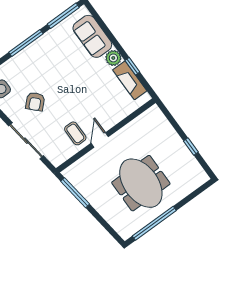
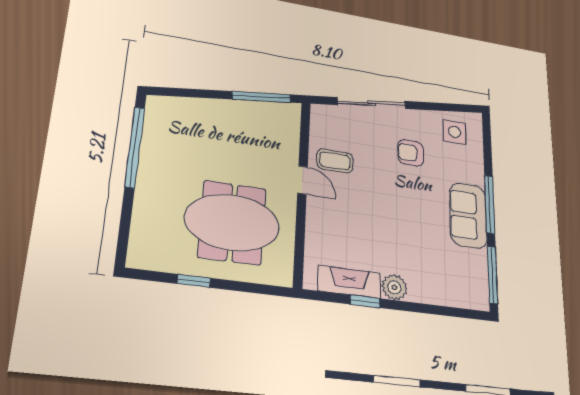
sofa: (92, 36) -> (468, 215), moved, turned -90
armchair: (35, 102) -> (411, 153), turned -46
meeting table: (141, 183) -> (232, 222), moved

